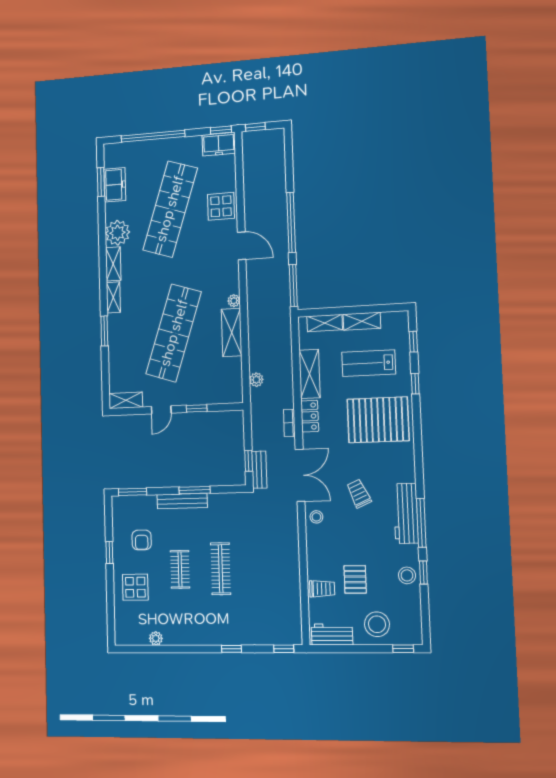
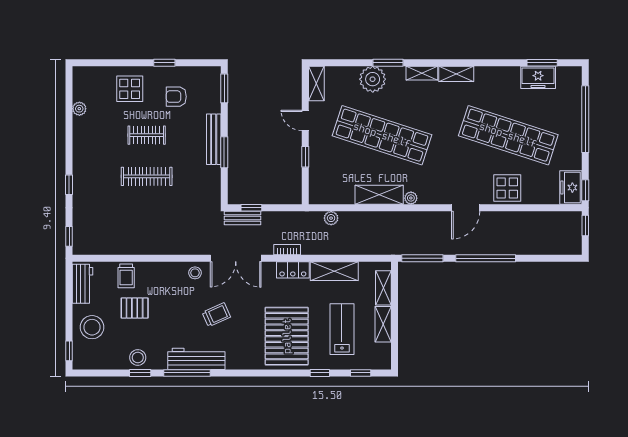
plant: (118, 233) -> (373, 79), moved

